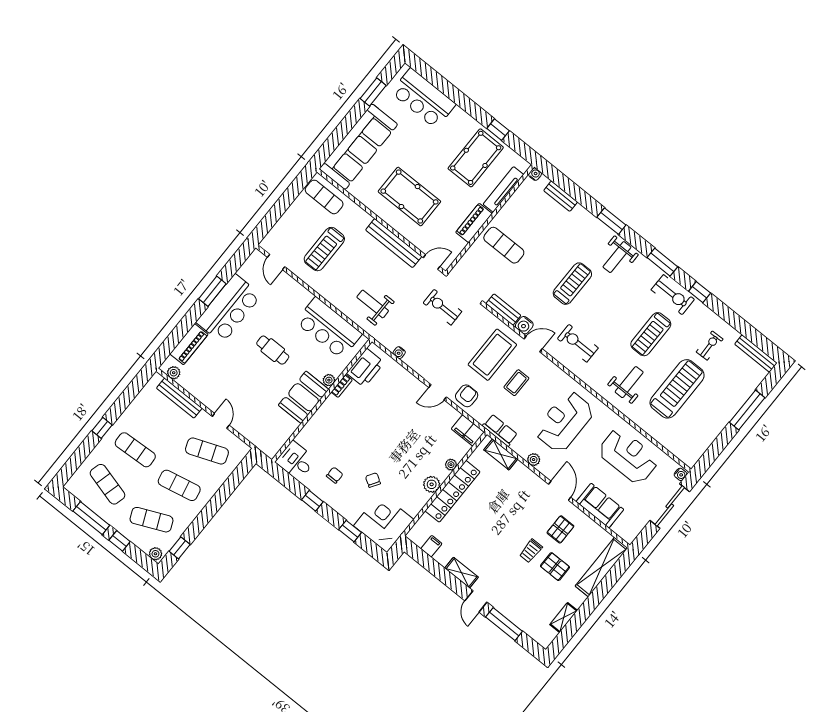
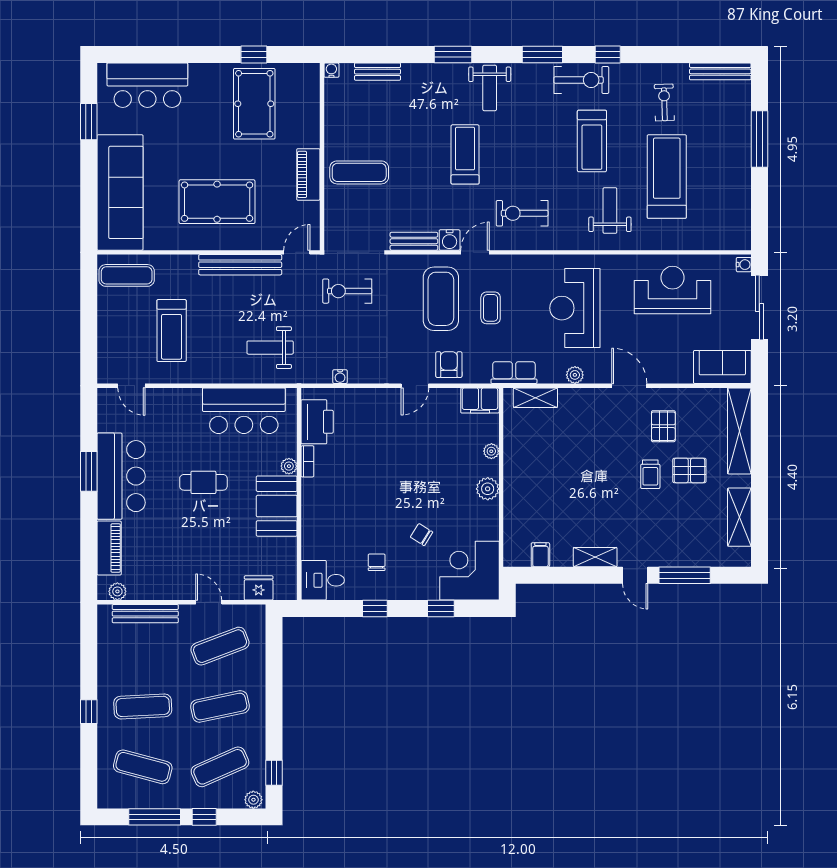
tv unit: (503, 189) -> (311, 113), removed
fridge: (256, 436) -> (259, 588), added
locker: (453, 491) -> (516, 478), removed
sofa: (600, 506) -> (722, 367), moved
shelving: (564, 618) -> (739, 517), width x1.50, depth x1.33

